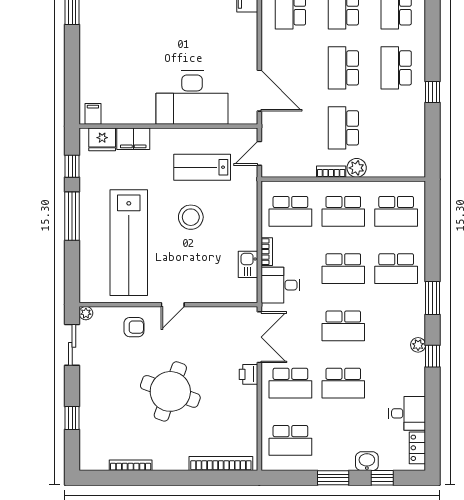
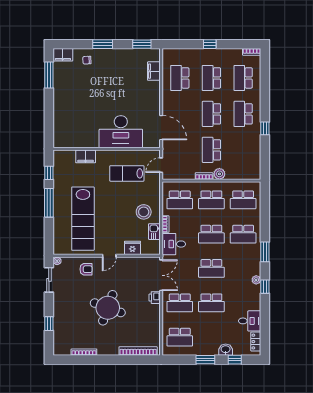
filing cabinet: (93, 114) -> (61, 142), removed
fridge: (102, 139) -> (132, 248), moved, turned 180
stool: (191, 217) -> (144, 212), moved

